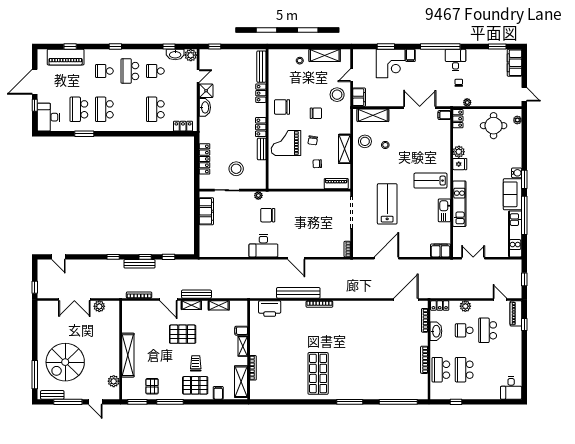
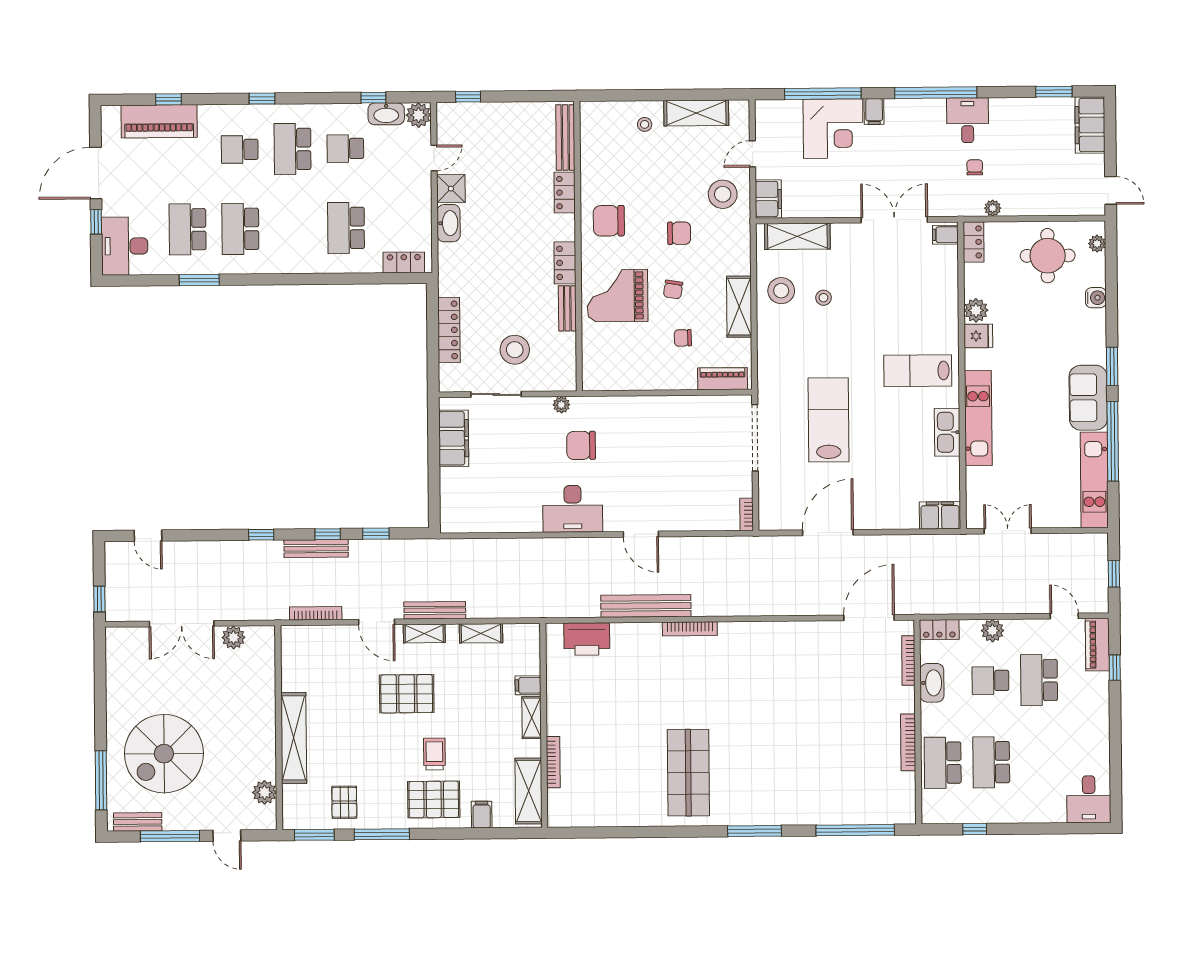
window: (386, 47) -> (823, 94), width x2.11
water cooler: (517, 173) -> (1096, 298), moved

